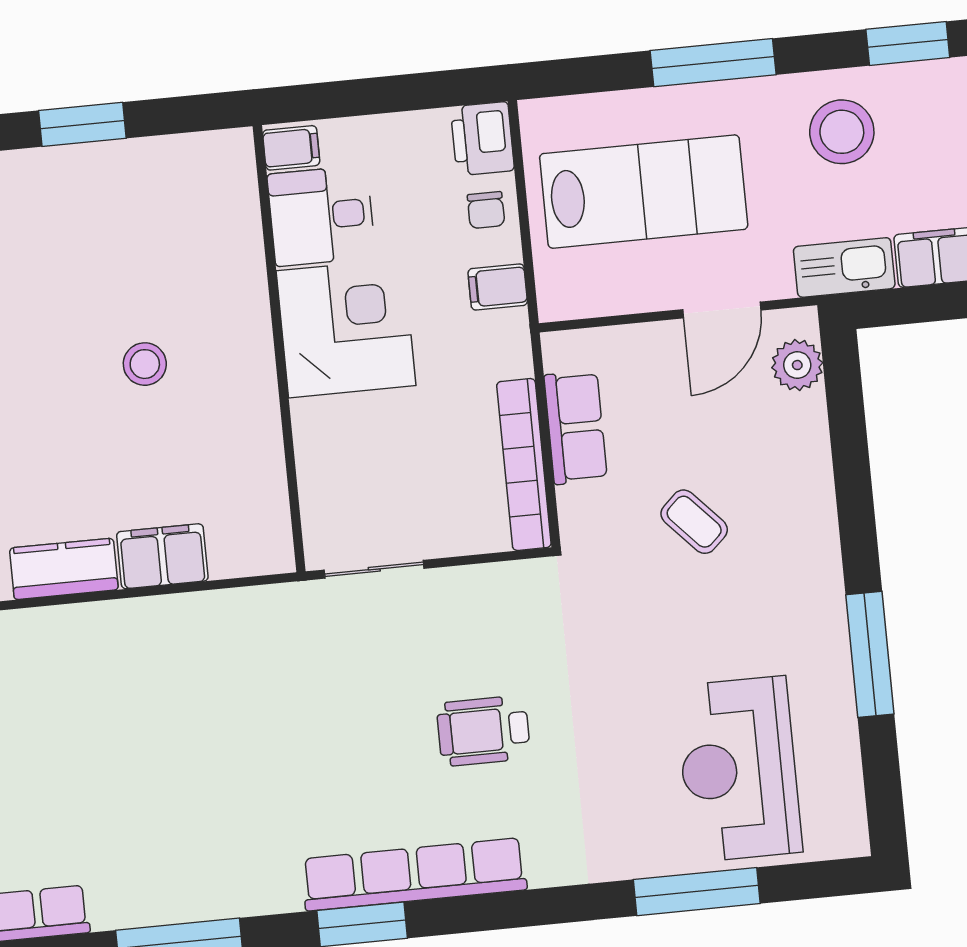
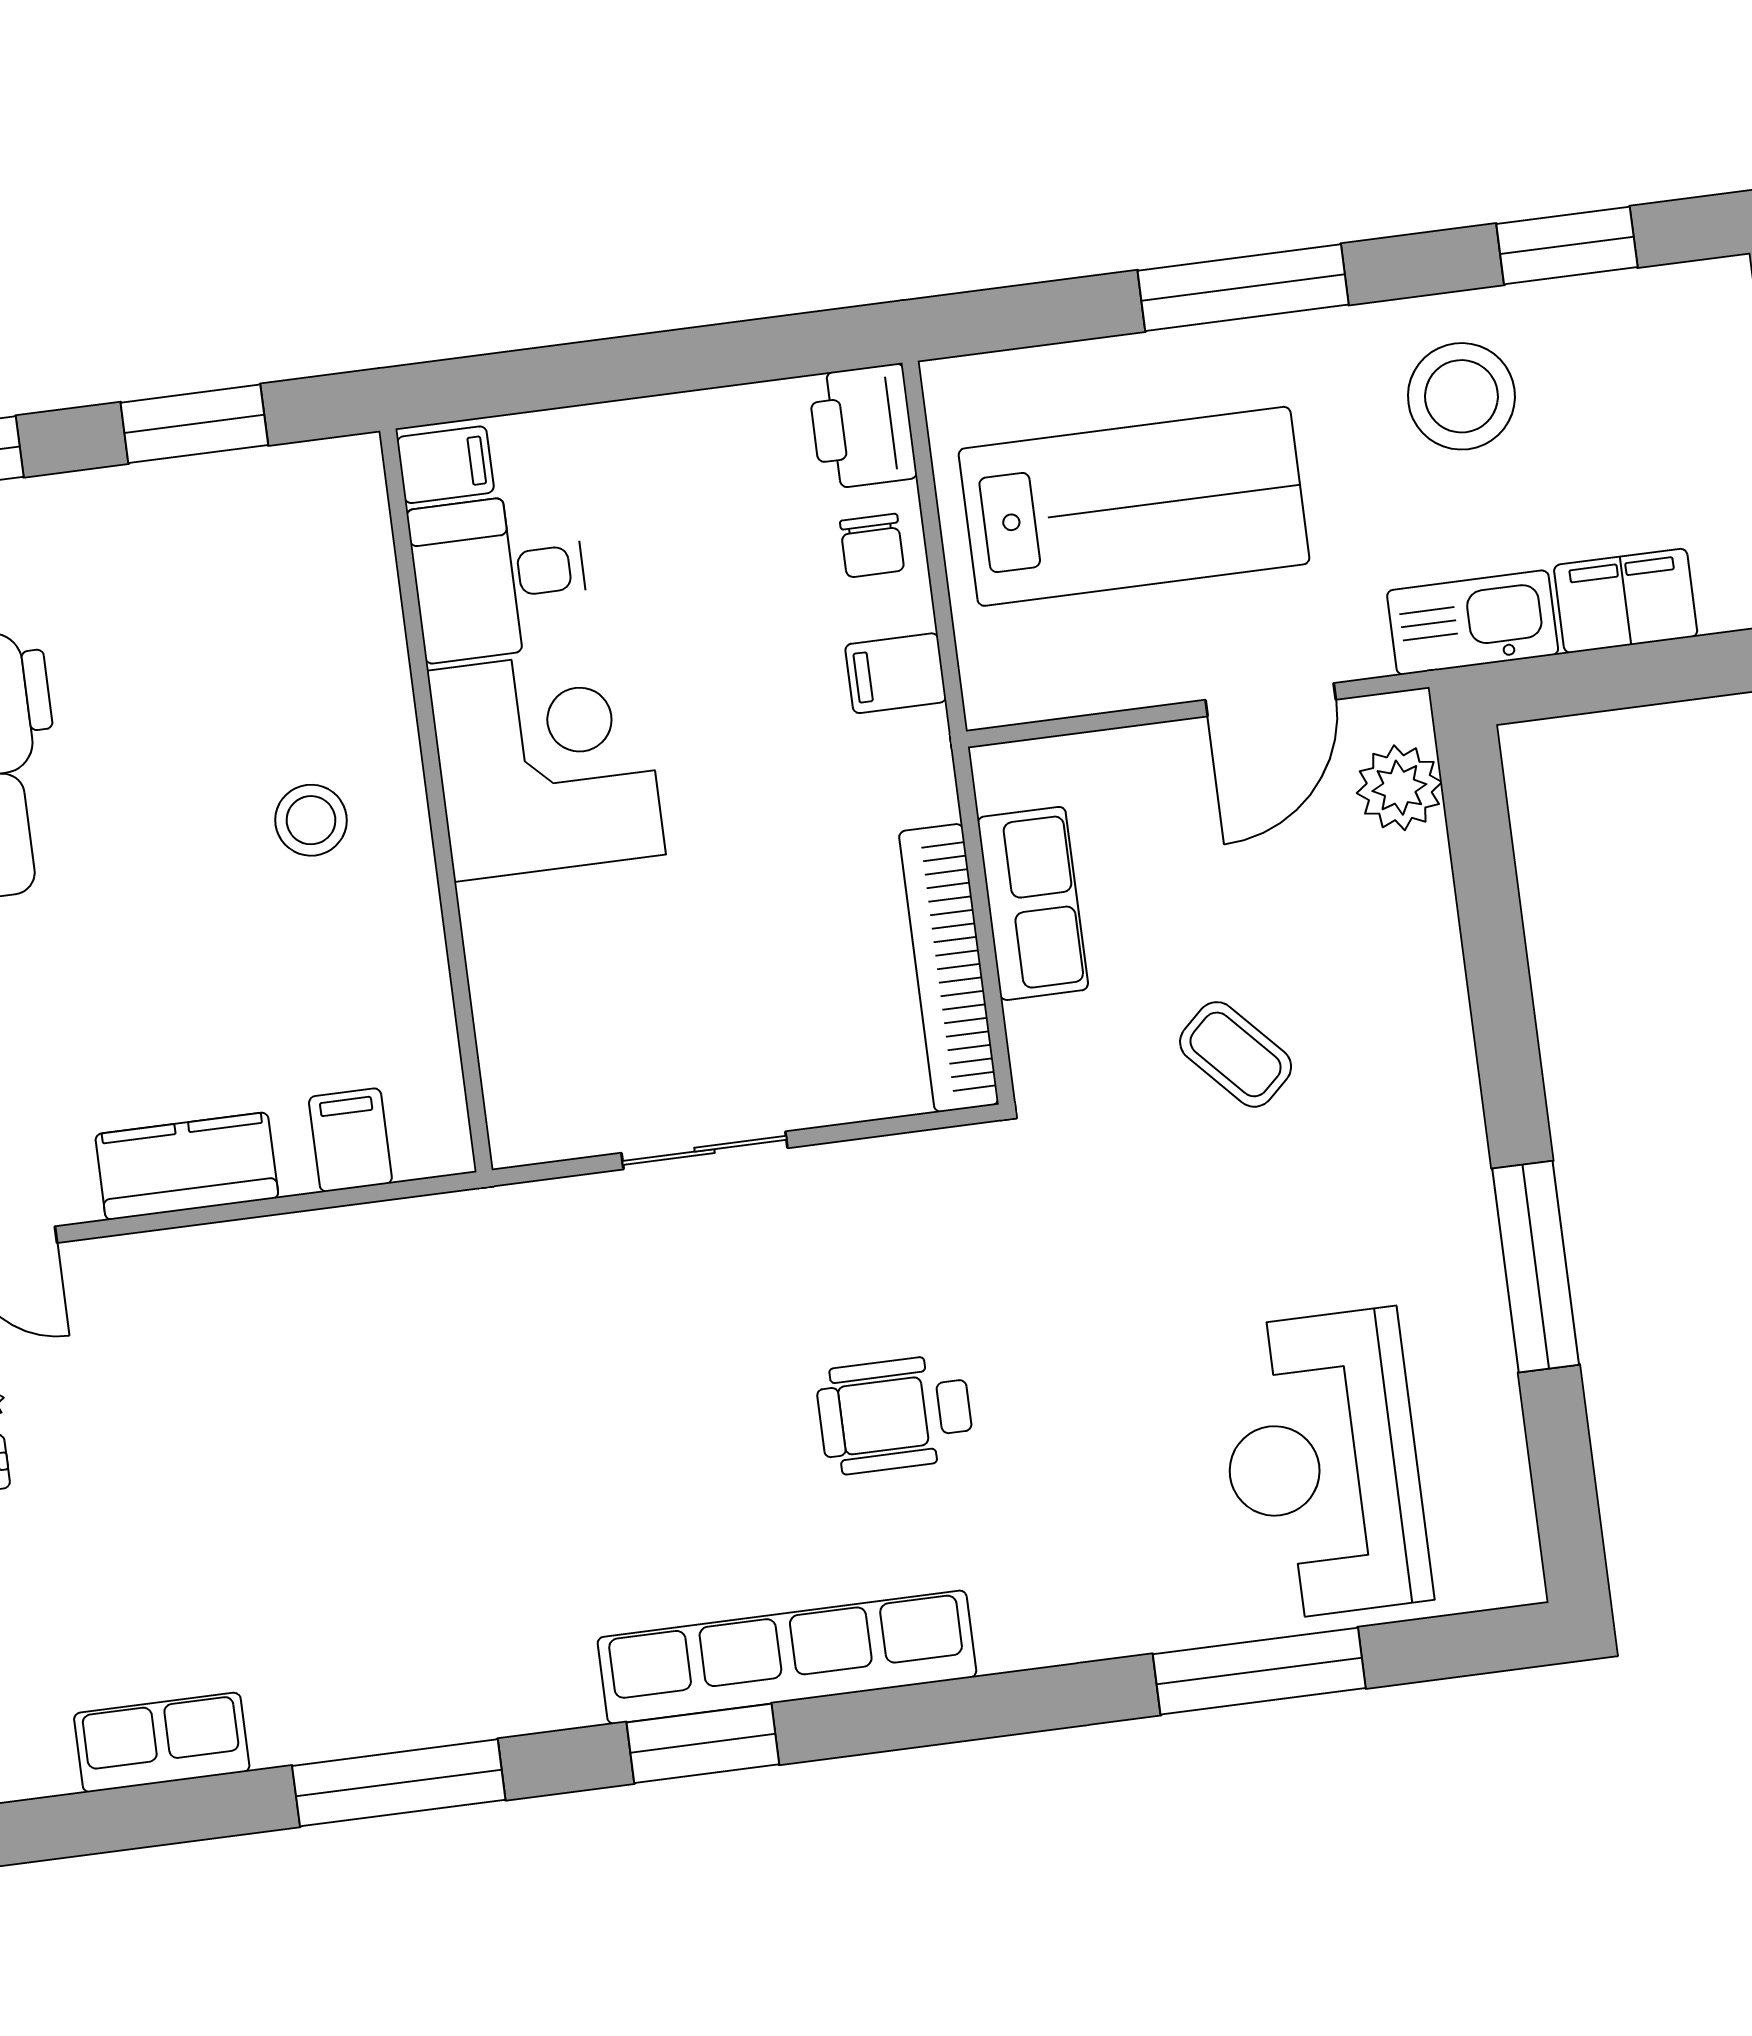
filing cabinet: (291, 148) -> (445, 465), moved
desk: (321, 216) -> (499, 576), moved
corner desk: (346, 328) -> (546, 763), moved
wall: (279, 349) -> (436, 800), moved
filing cabinet: (162, 556) -> (350, 1140), width x0.50

